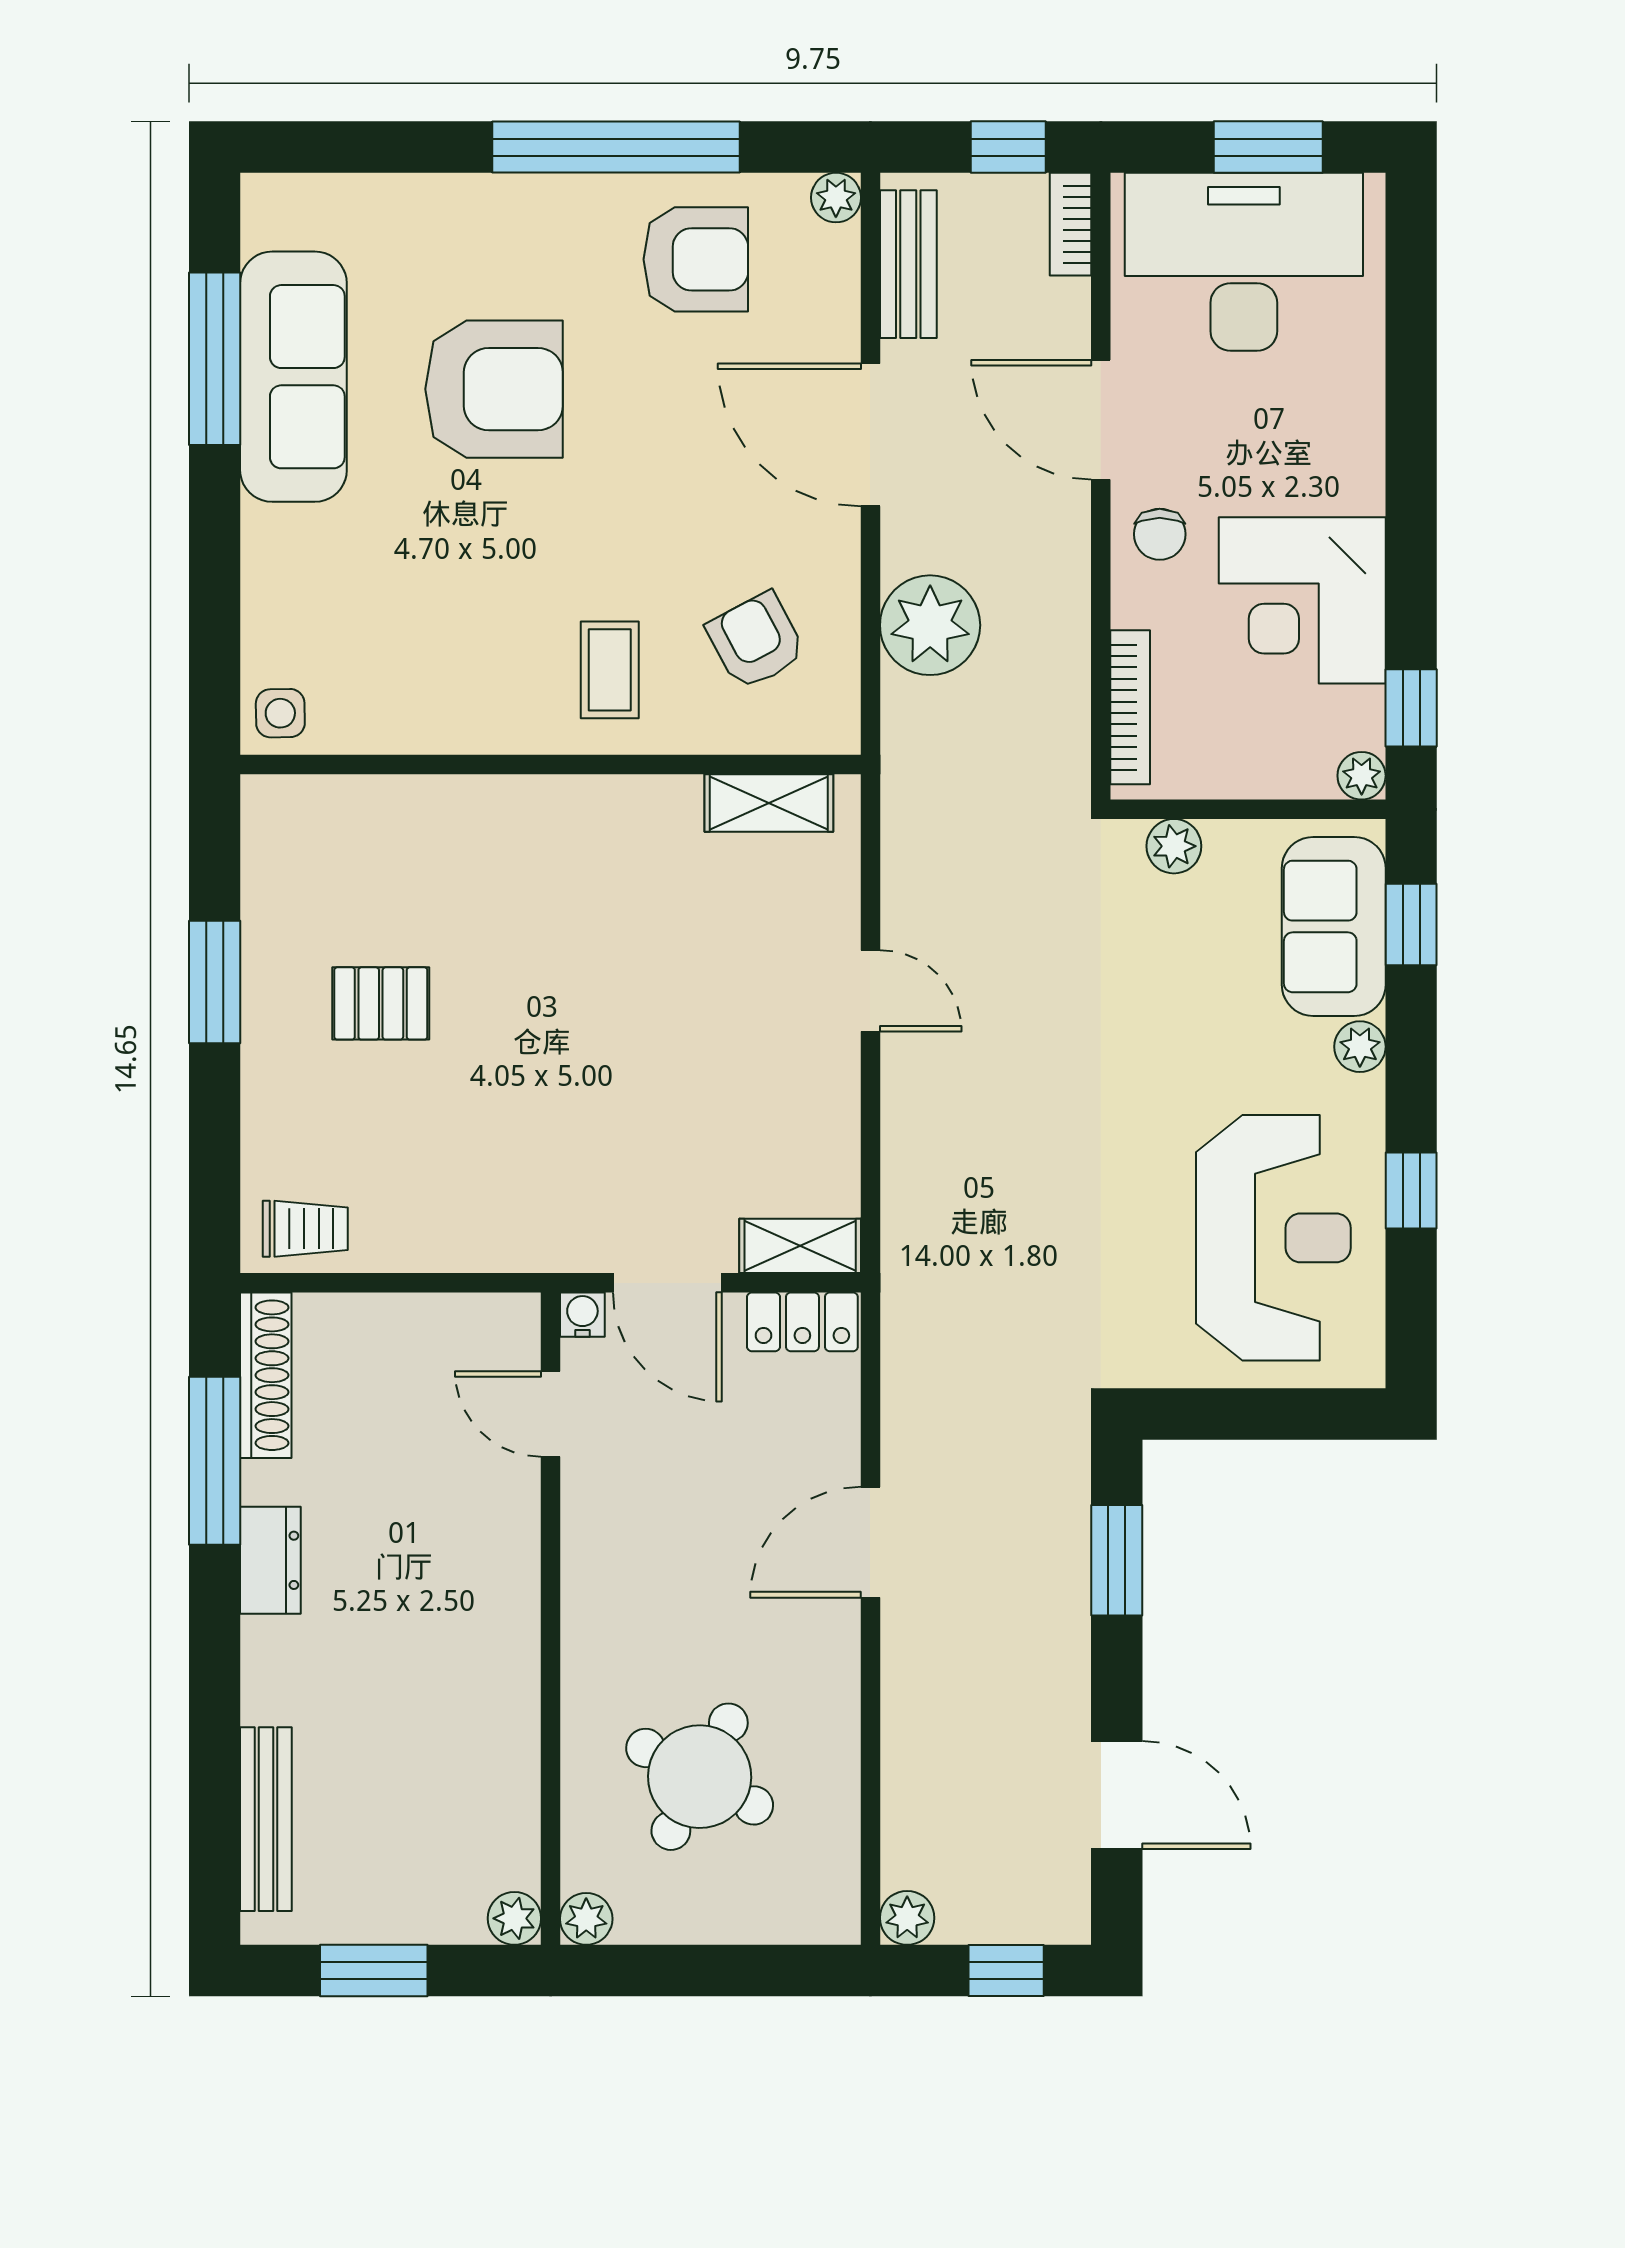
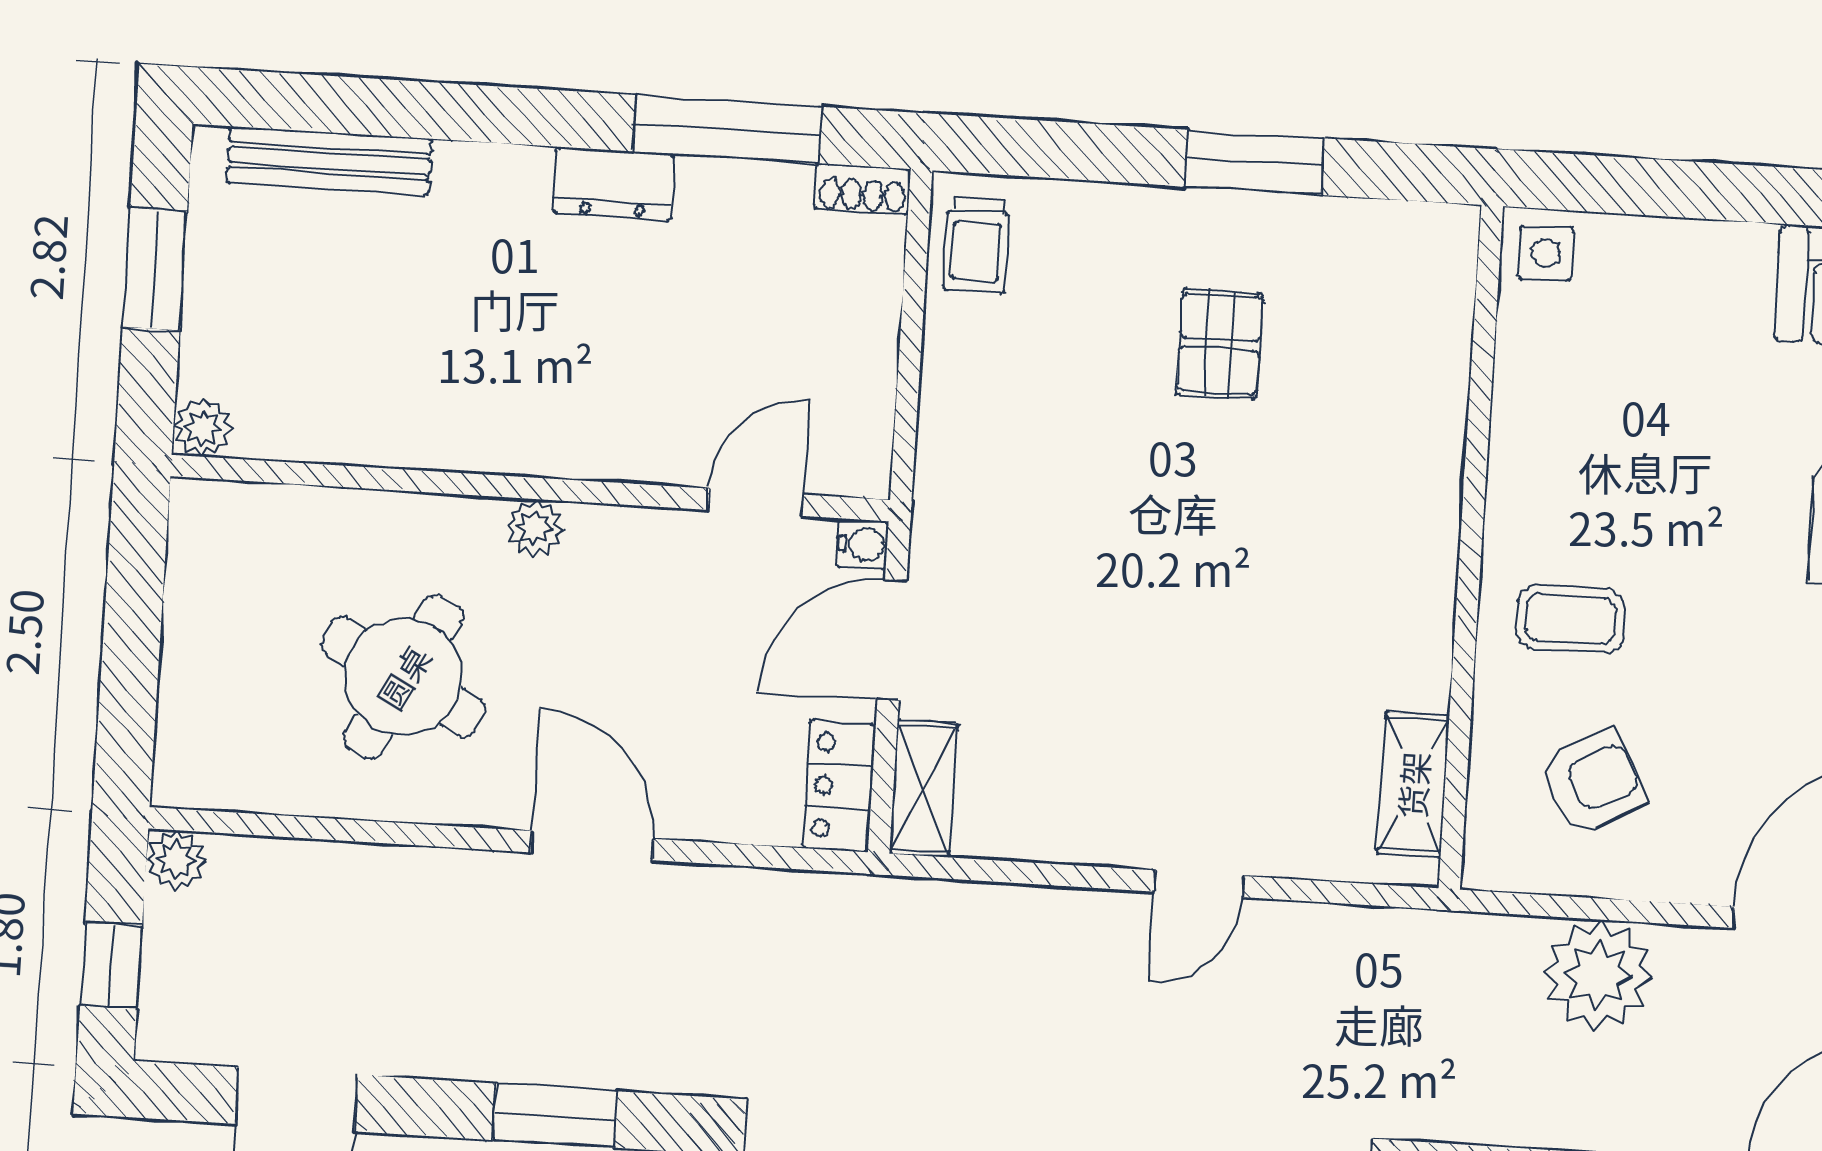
shoe rack: (266, 1375) -> (863, 189), width x0.51, depth x0.81
round table: (700, 1777) -> (403, 677), moved
plant: (586, 1919) -> (535, 528), moved

